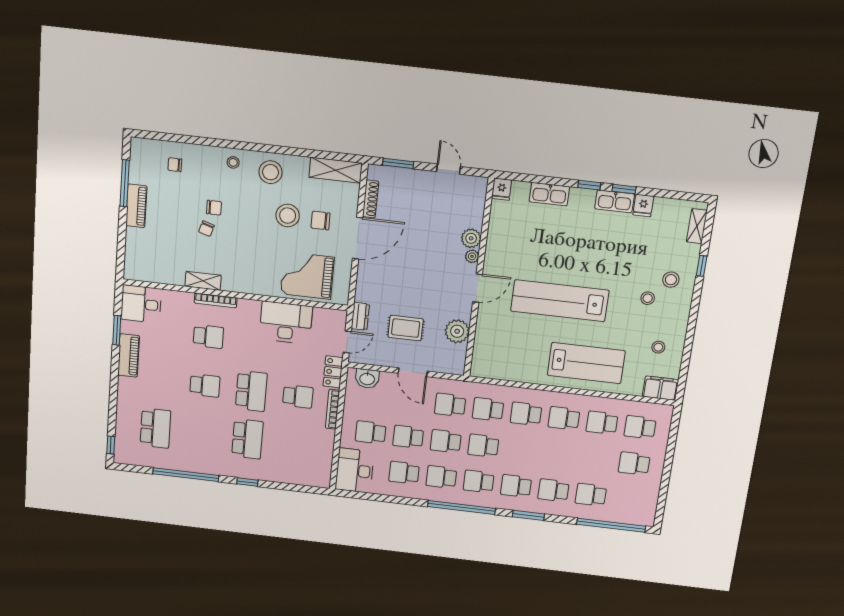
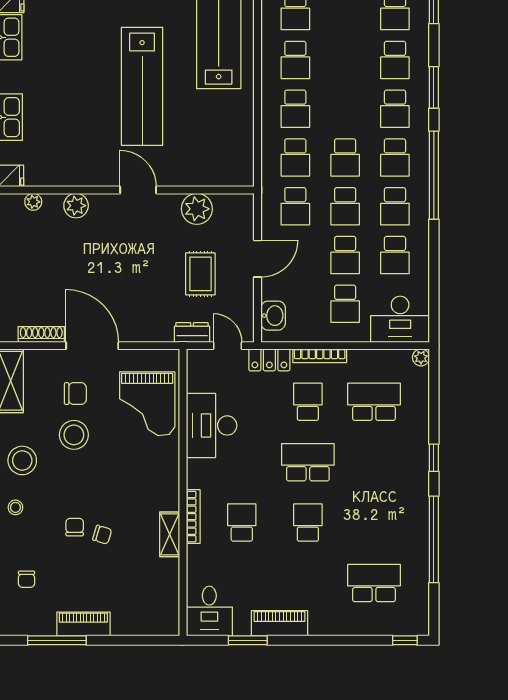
chair: (321, 221) -> (75, 394), turned -90
plant: (472, 256) -> (33, 202), moved
school desk: (247, 439) -> (374, 402), moved
plant: (324, 482) -> (421, 357), added

